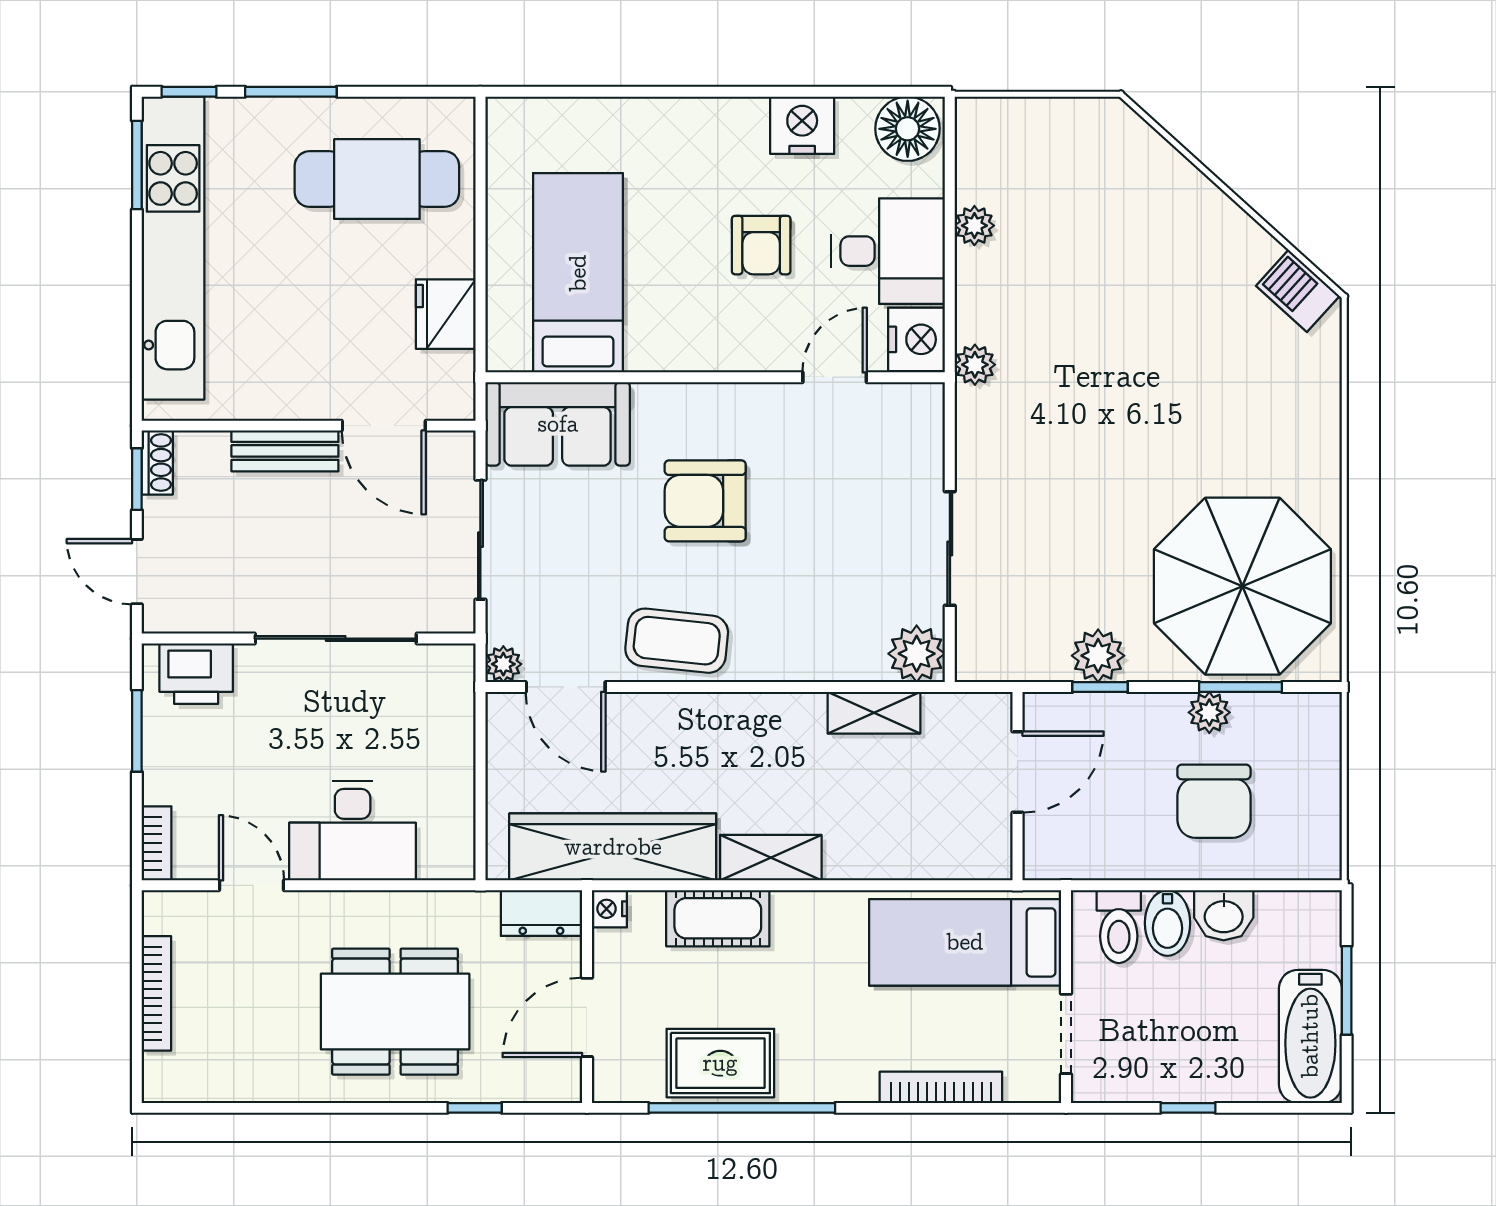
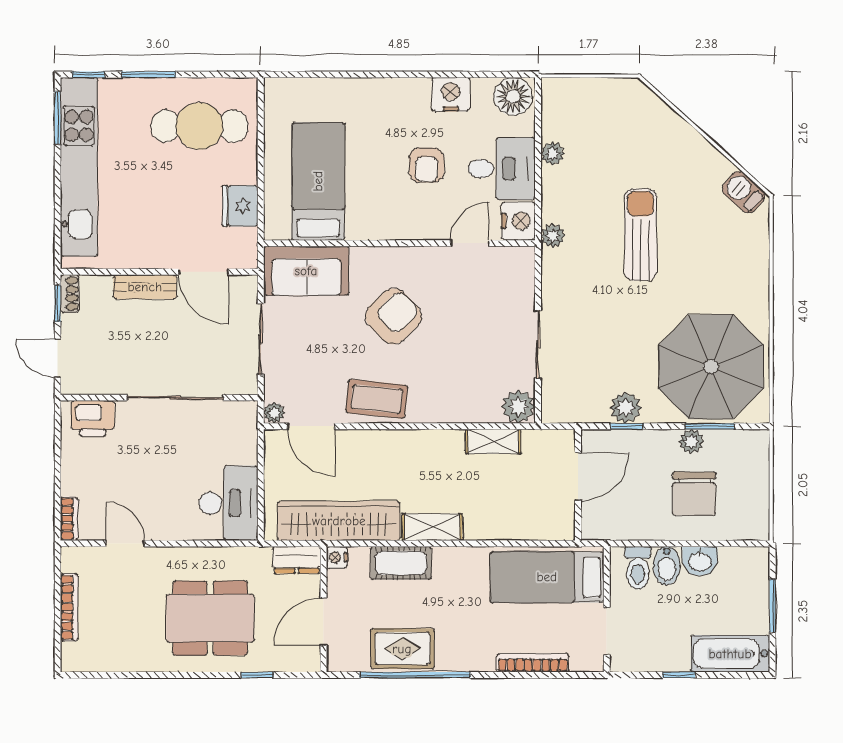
sun lounger: (1123, 363) -> (641, 235), added
armchair: (705, 501) -> (393, 316), turned 136
window: (137, 731) -> (58, 452), removed
desk: (353, 831) -> (228, 503), moved, turned -90
bathtub: (1310, 1036) -> (730, 654), moved, turned 90

